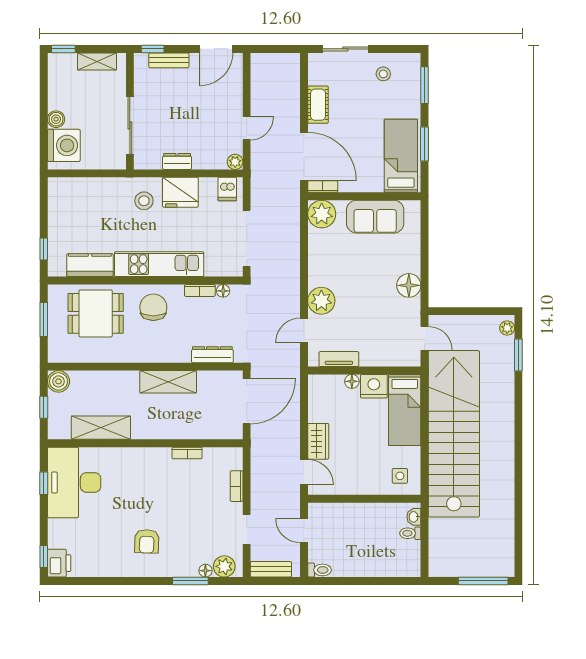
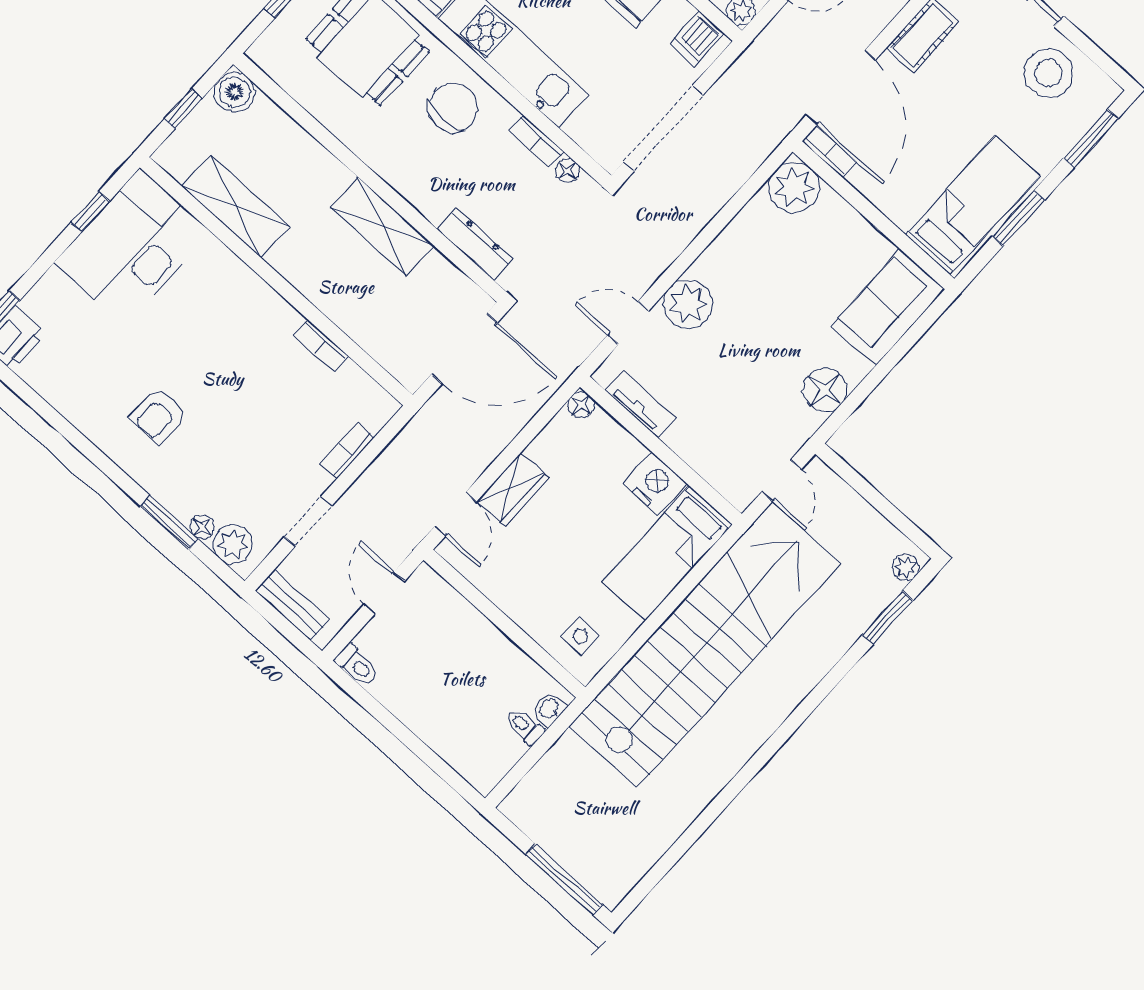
stool: (383, 74) -> (1048, 73), width x1.89, depth x1.89
sofa: (375, 217) -> (888, 308), moved, turned 90
floor lamp: (352, 381) -> (581, 405), moved

